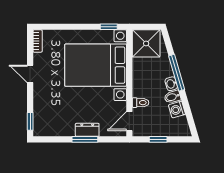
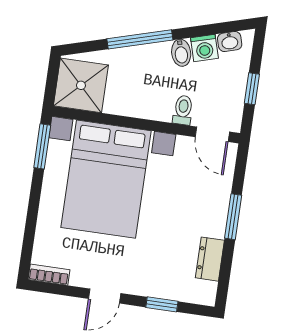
window: (109, 27) -> (42, 146), width x1.50
washbasin: (171, 84) -> (230, 42), moved
window: (30, 121) -> (162, 304), moved
dresser: (87, 130) -> (210, 259), moved

